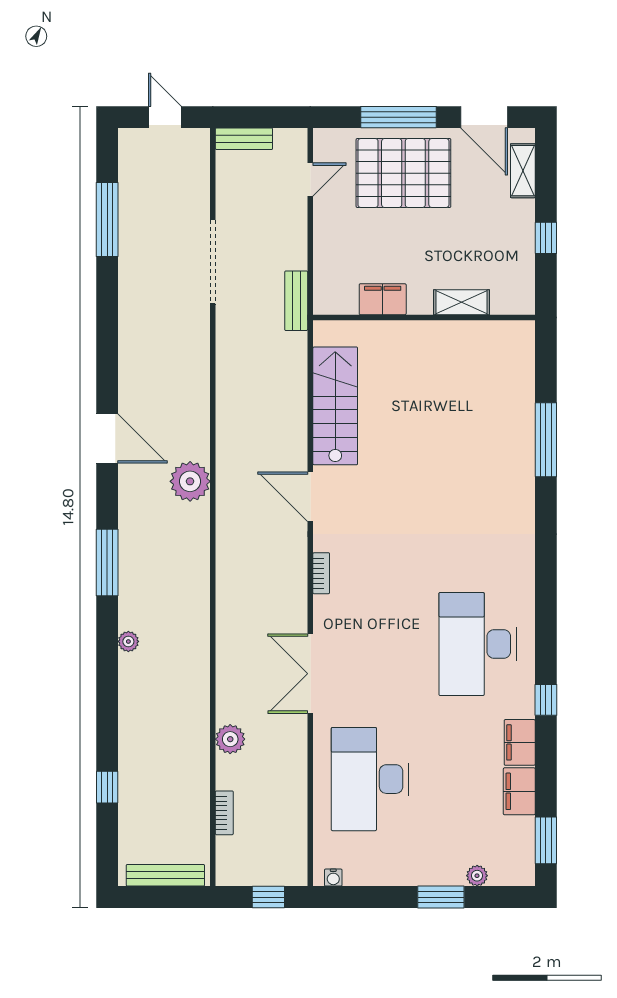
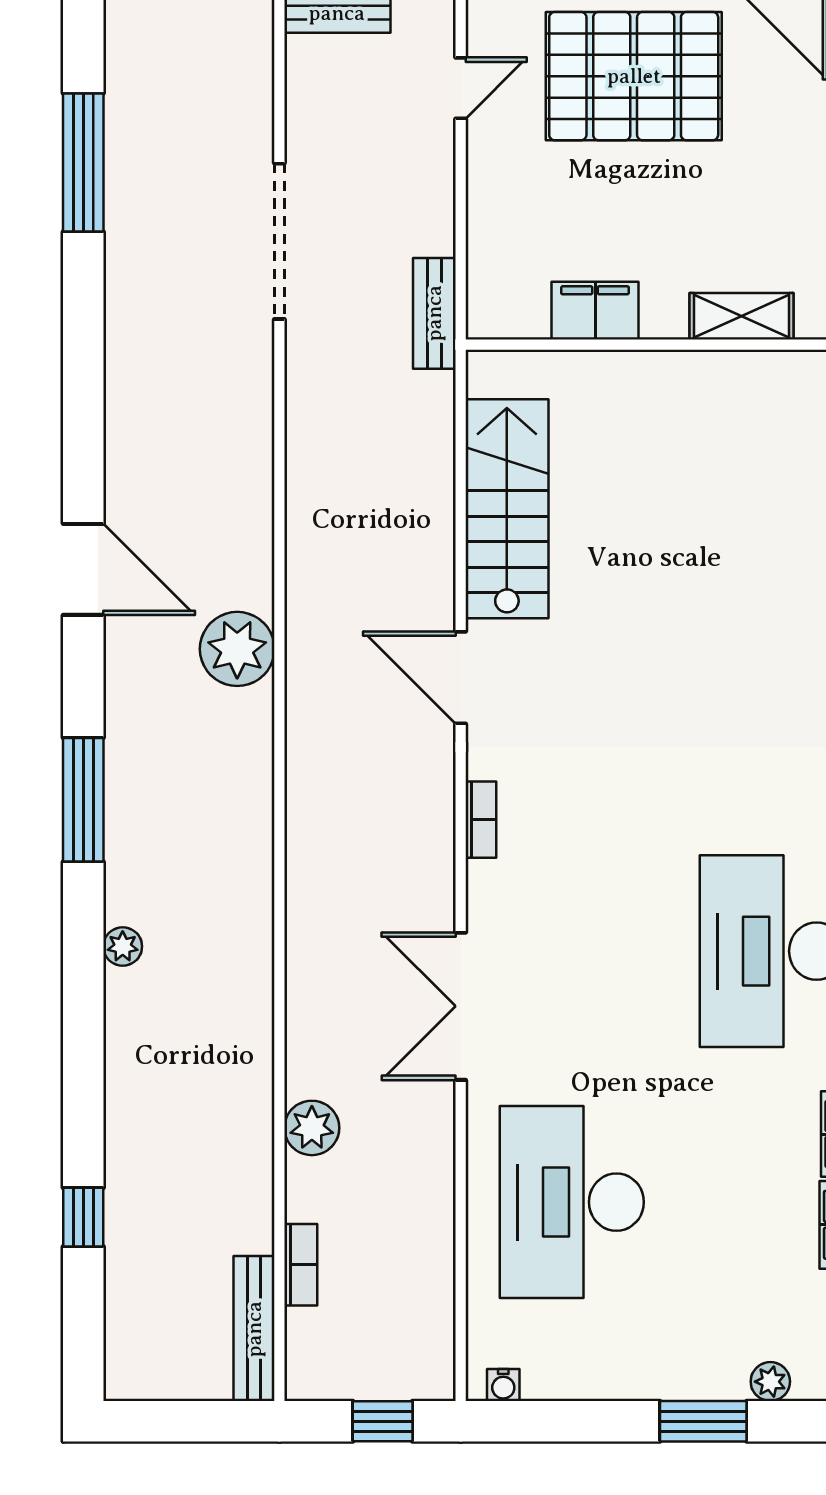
bench: (165, 875) -> (254, 1329), moved, turned 90

